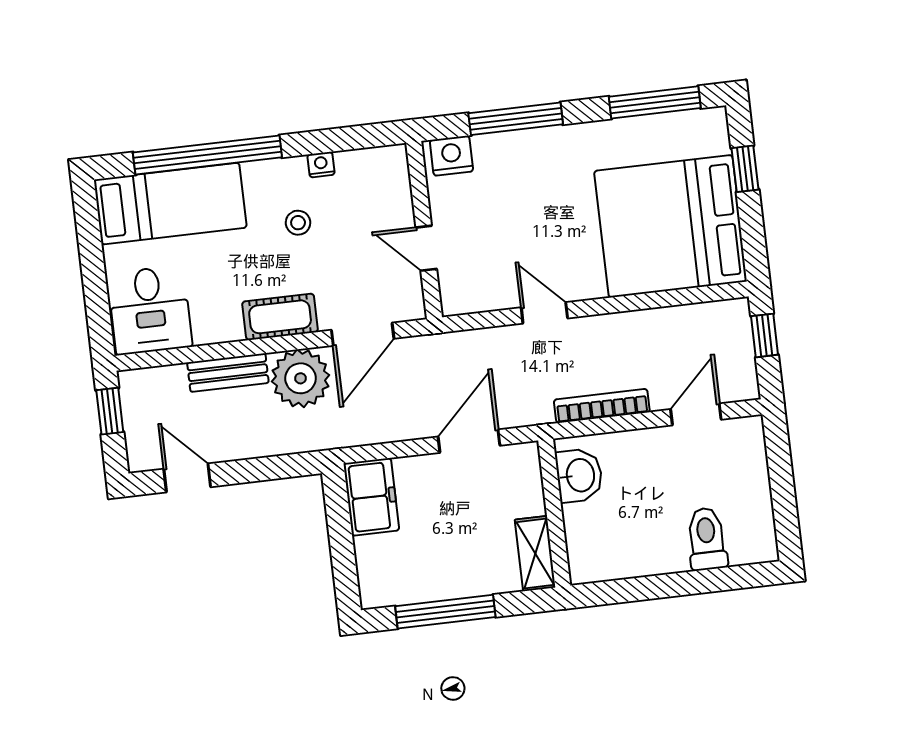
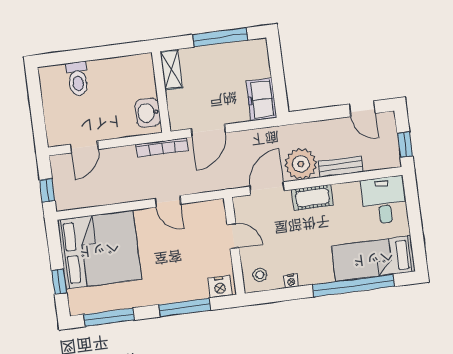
stool: (298, 223) -> (260, 275), moved
bookcase: (602, 406) -> (162, 147), moved

